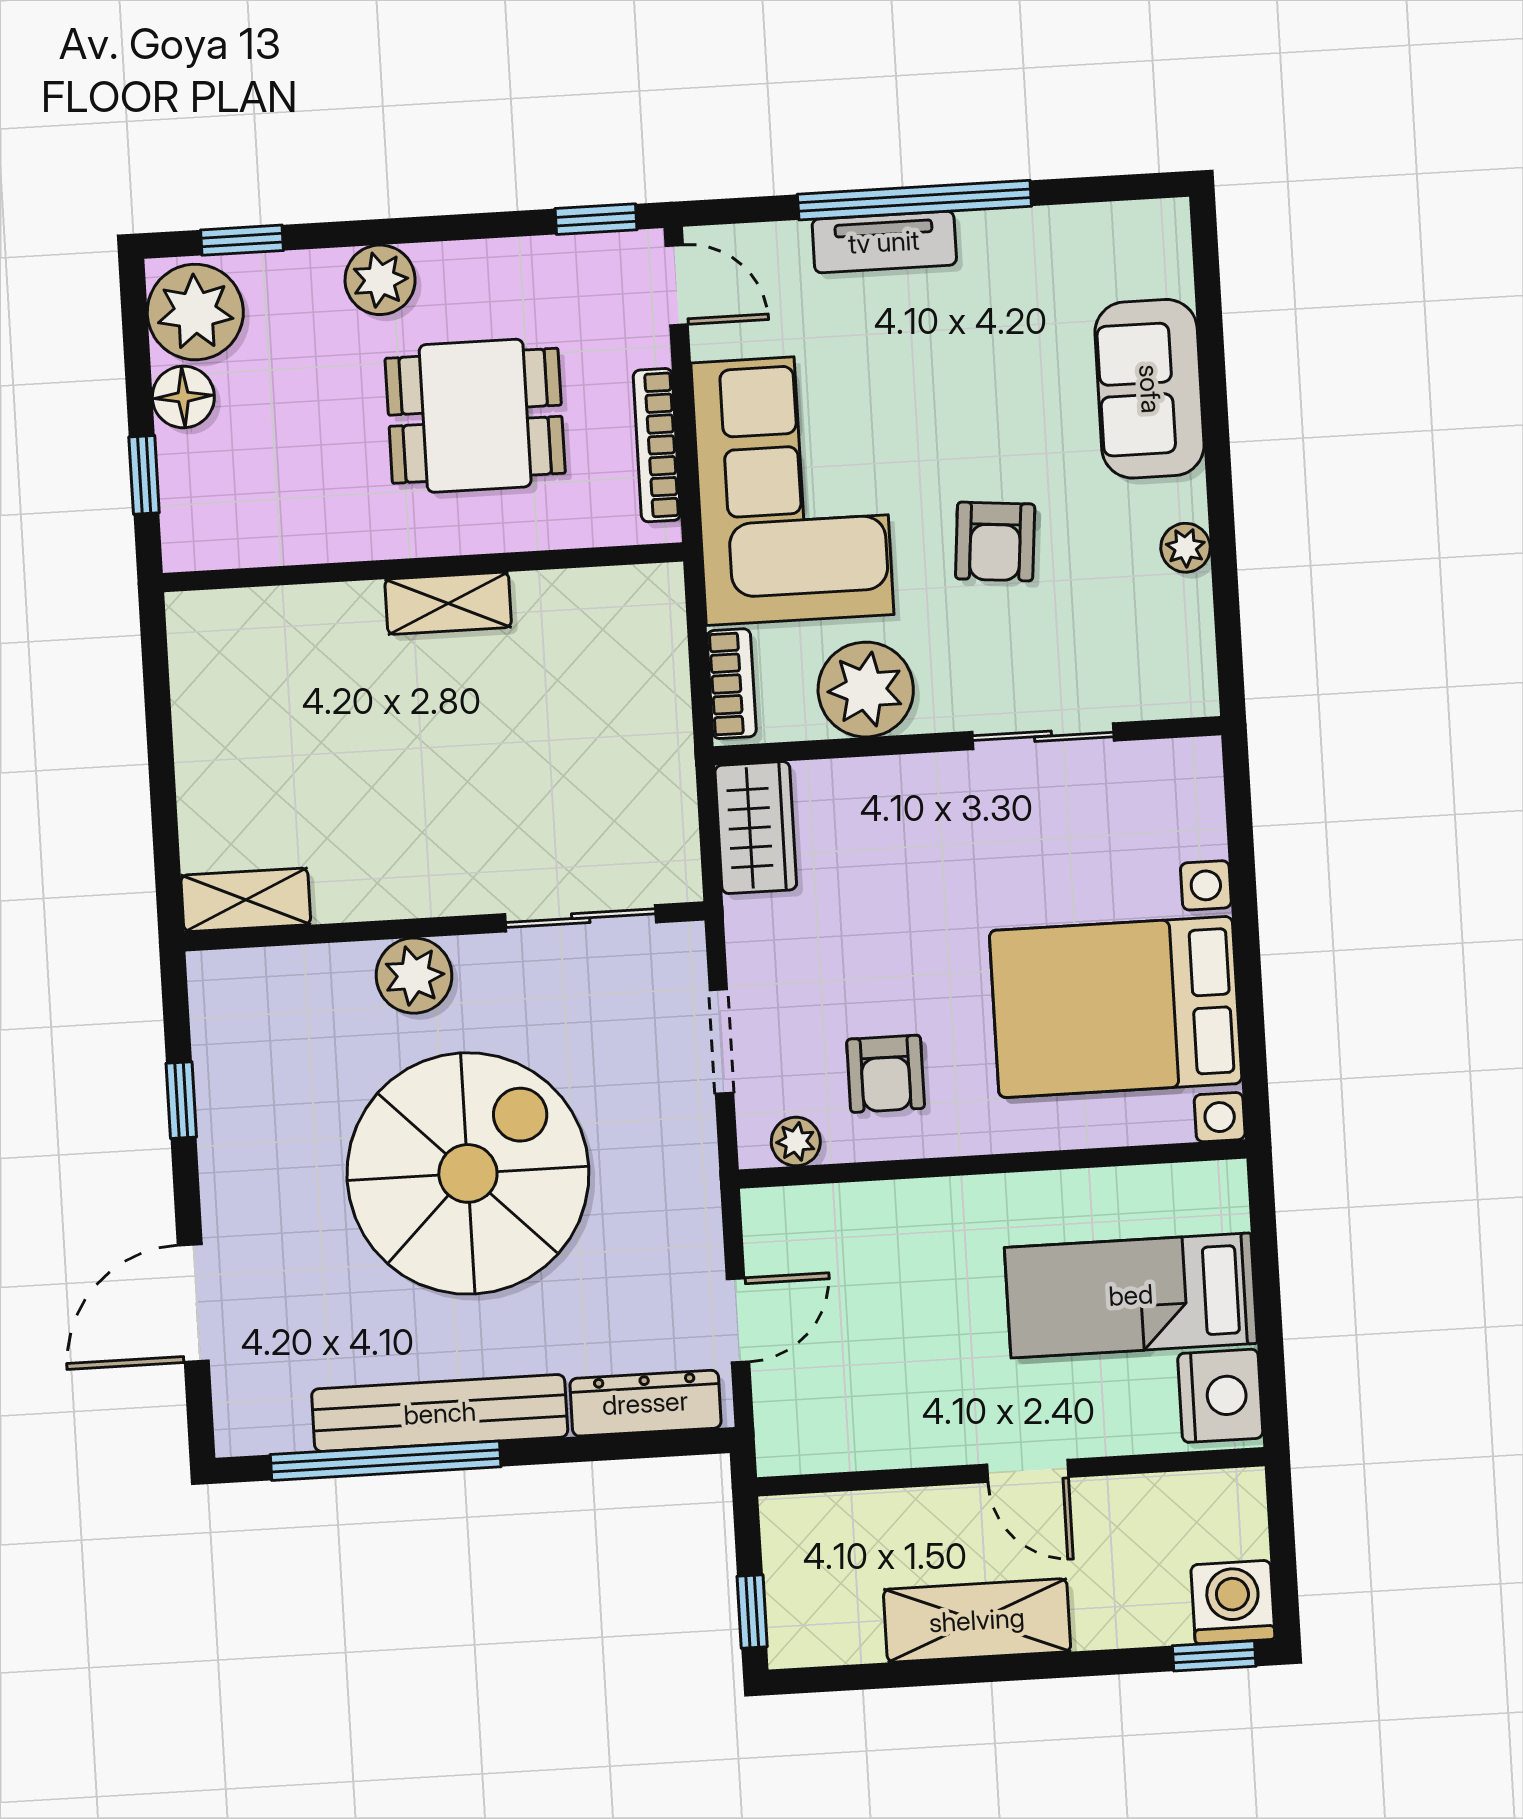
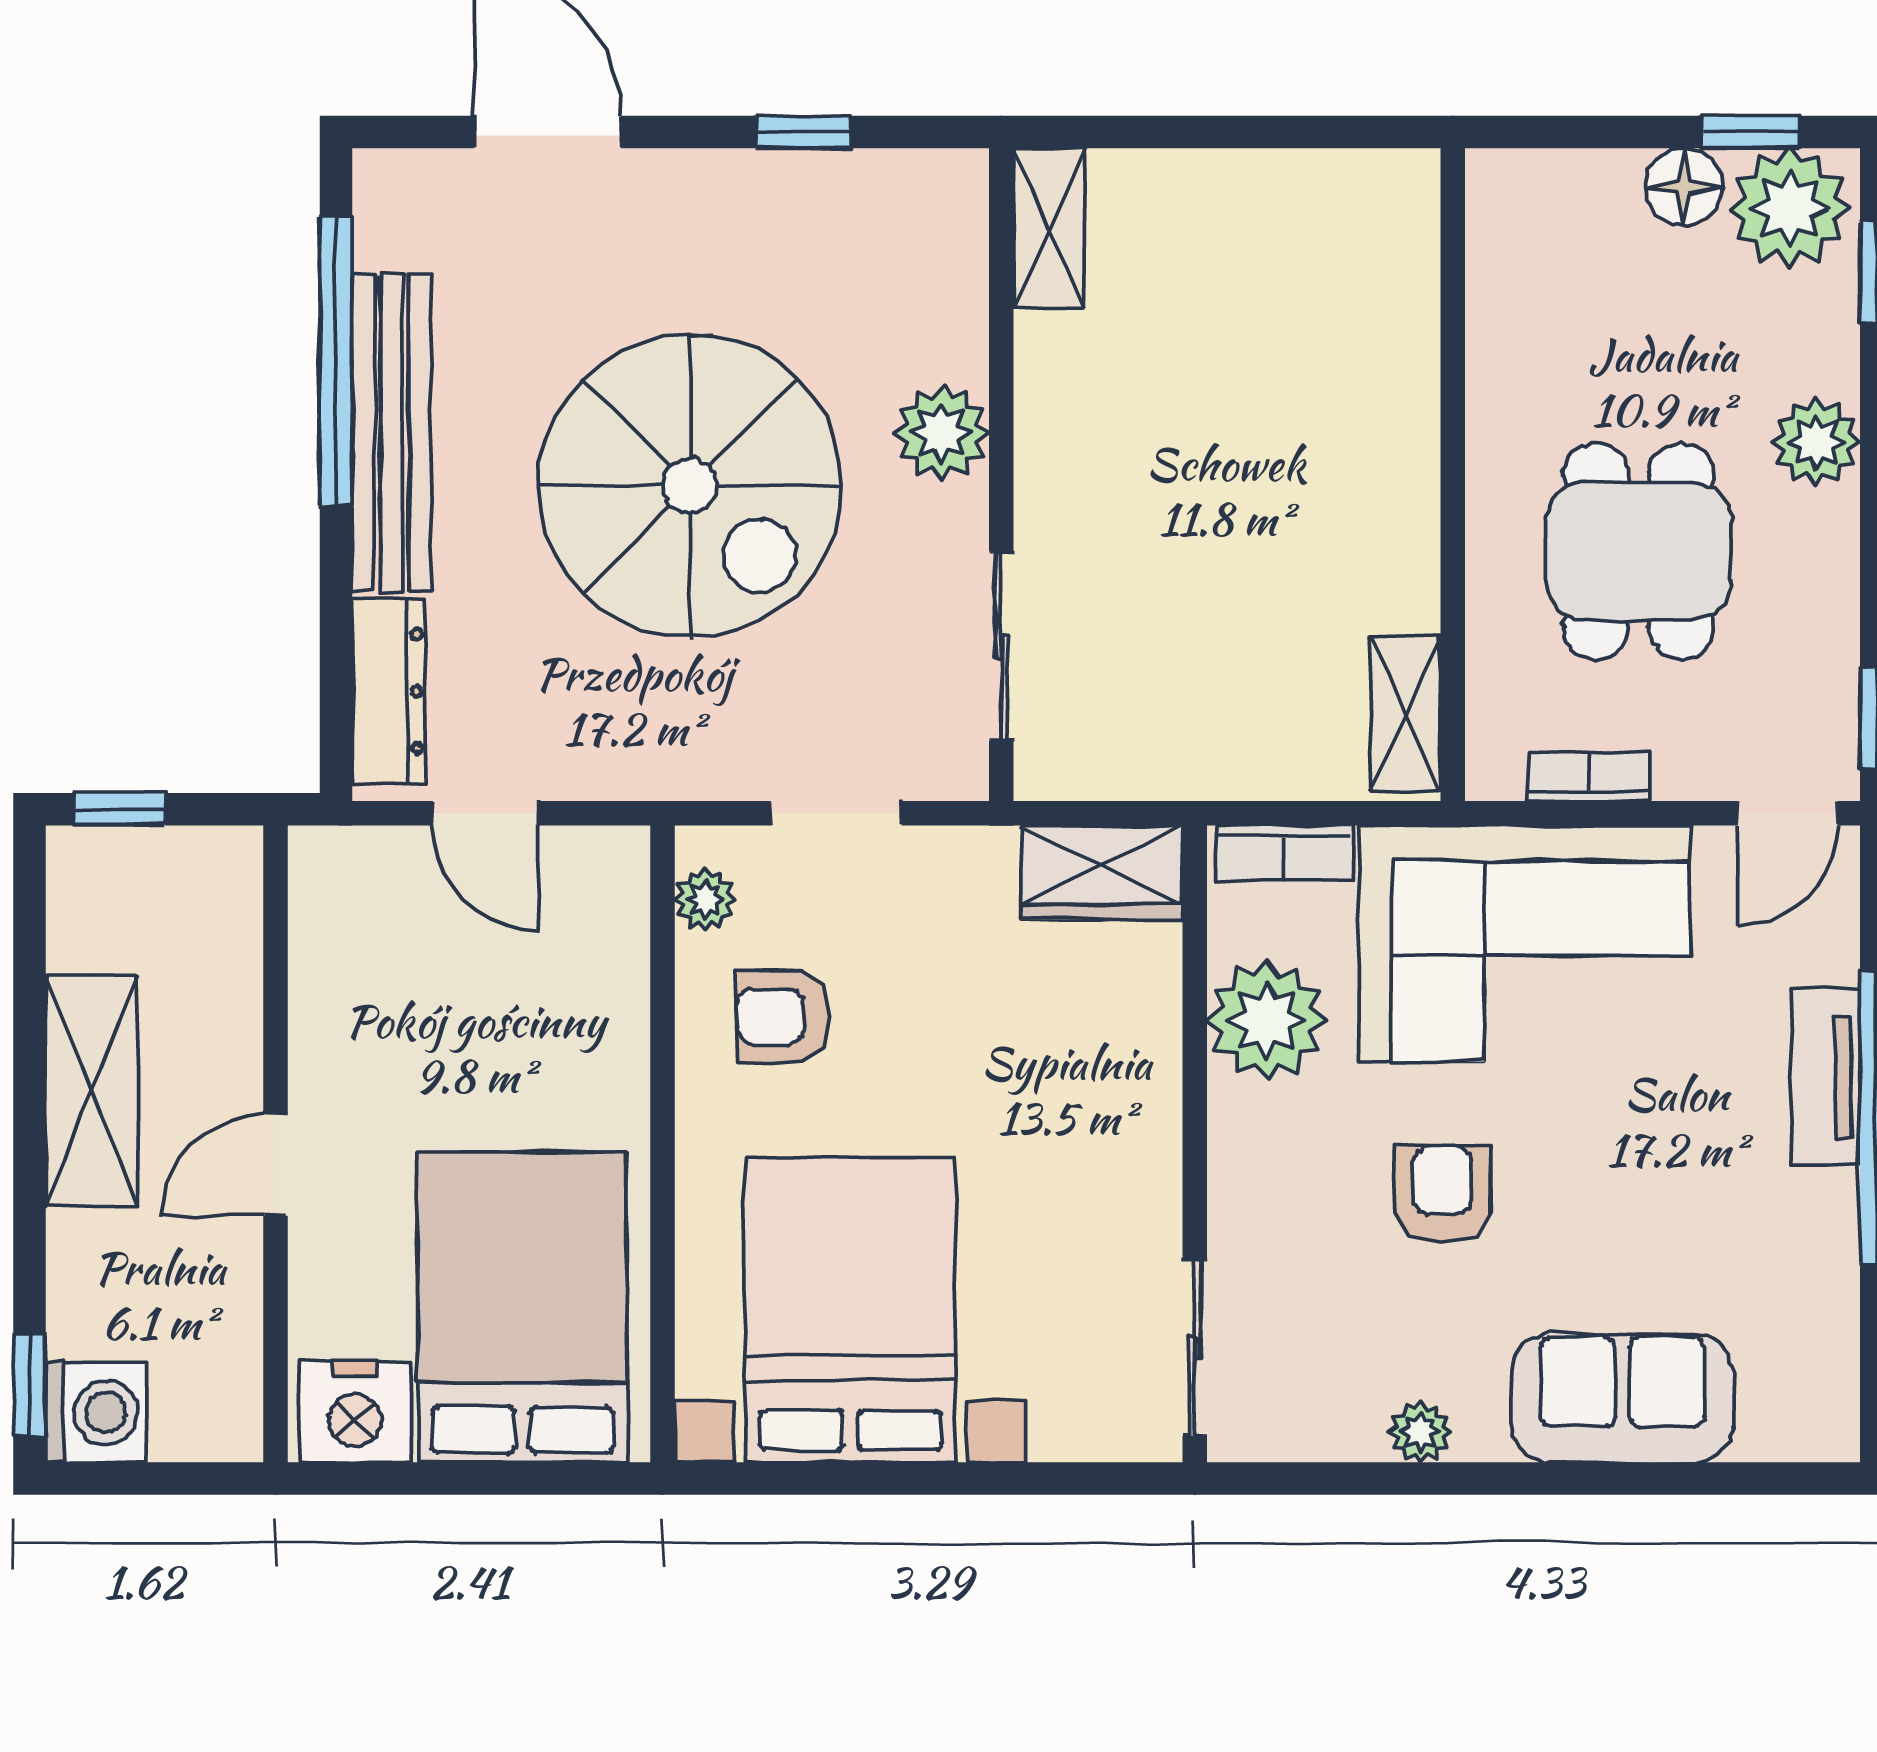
bookcase: (657, 445) -> (1588, 777), width x0.64
window: (144, 475) -> (1751, 132), moved
armchair: (995, 541) -> (1442, 1193), turned 85
shelving: (448, 603) -> (1406, 714), moved
sliding door: (1043, 736) -> (1195, 1347), moved
bed: (1131, 1295) -> (522, 1308), width x1.50

